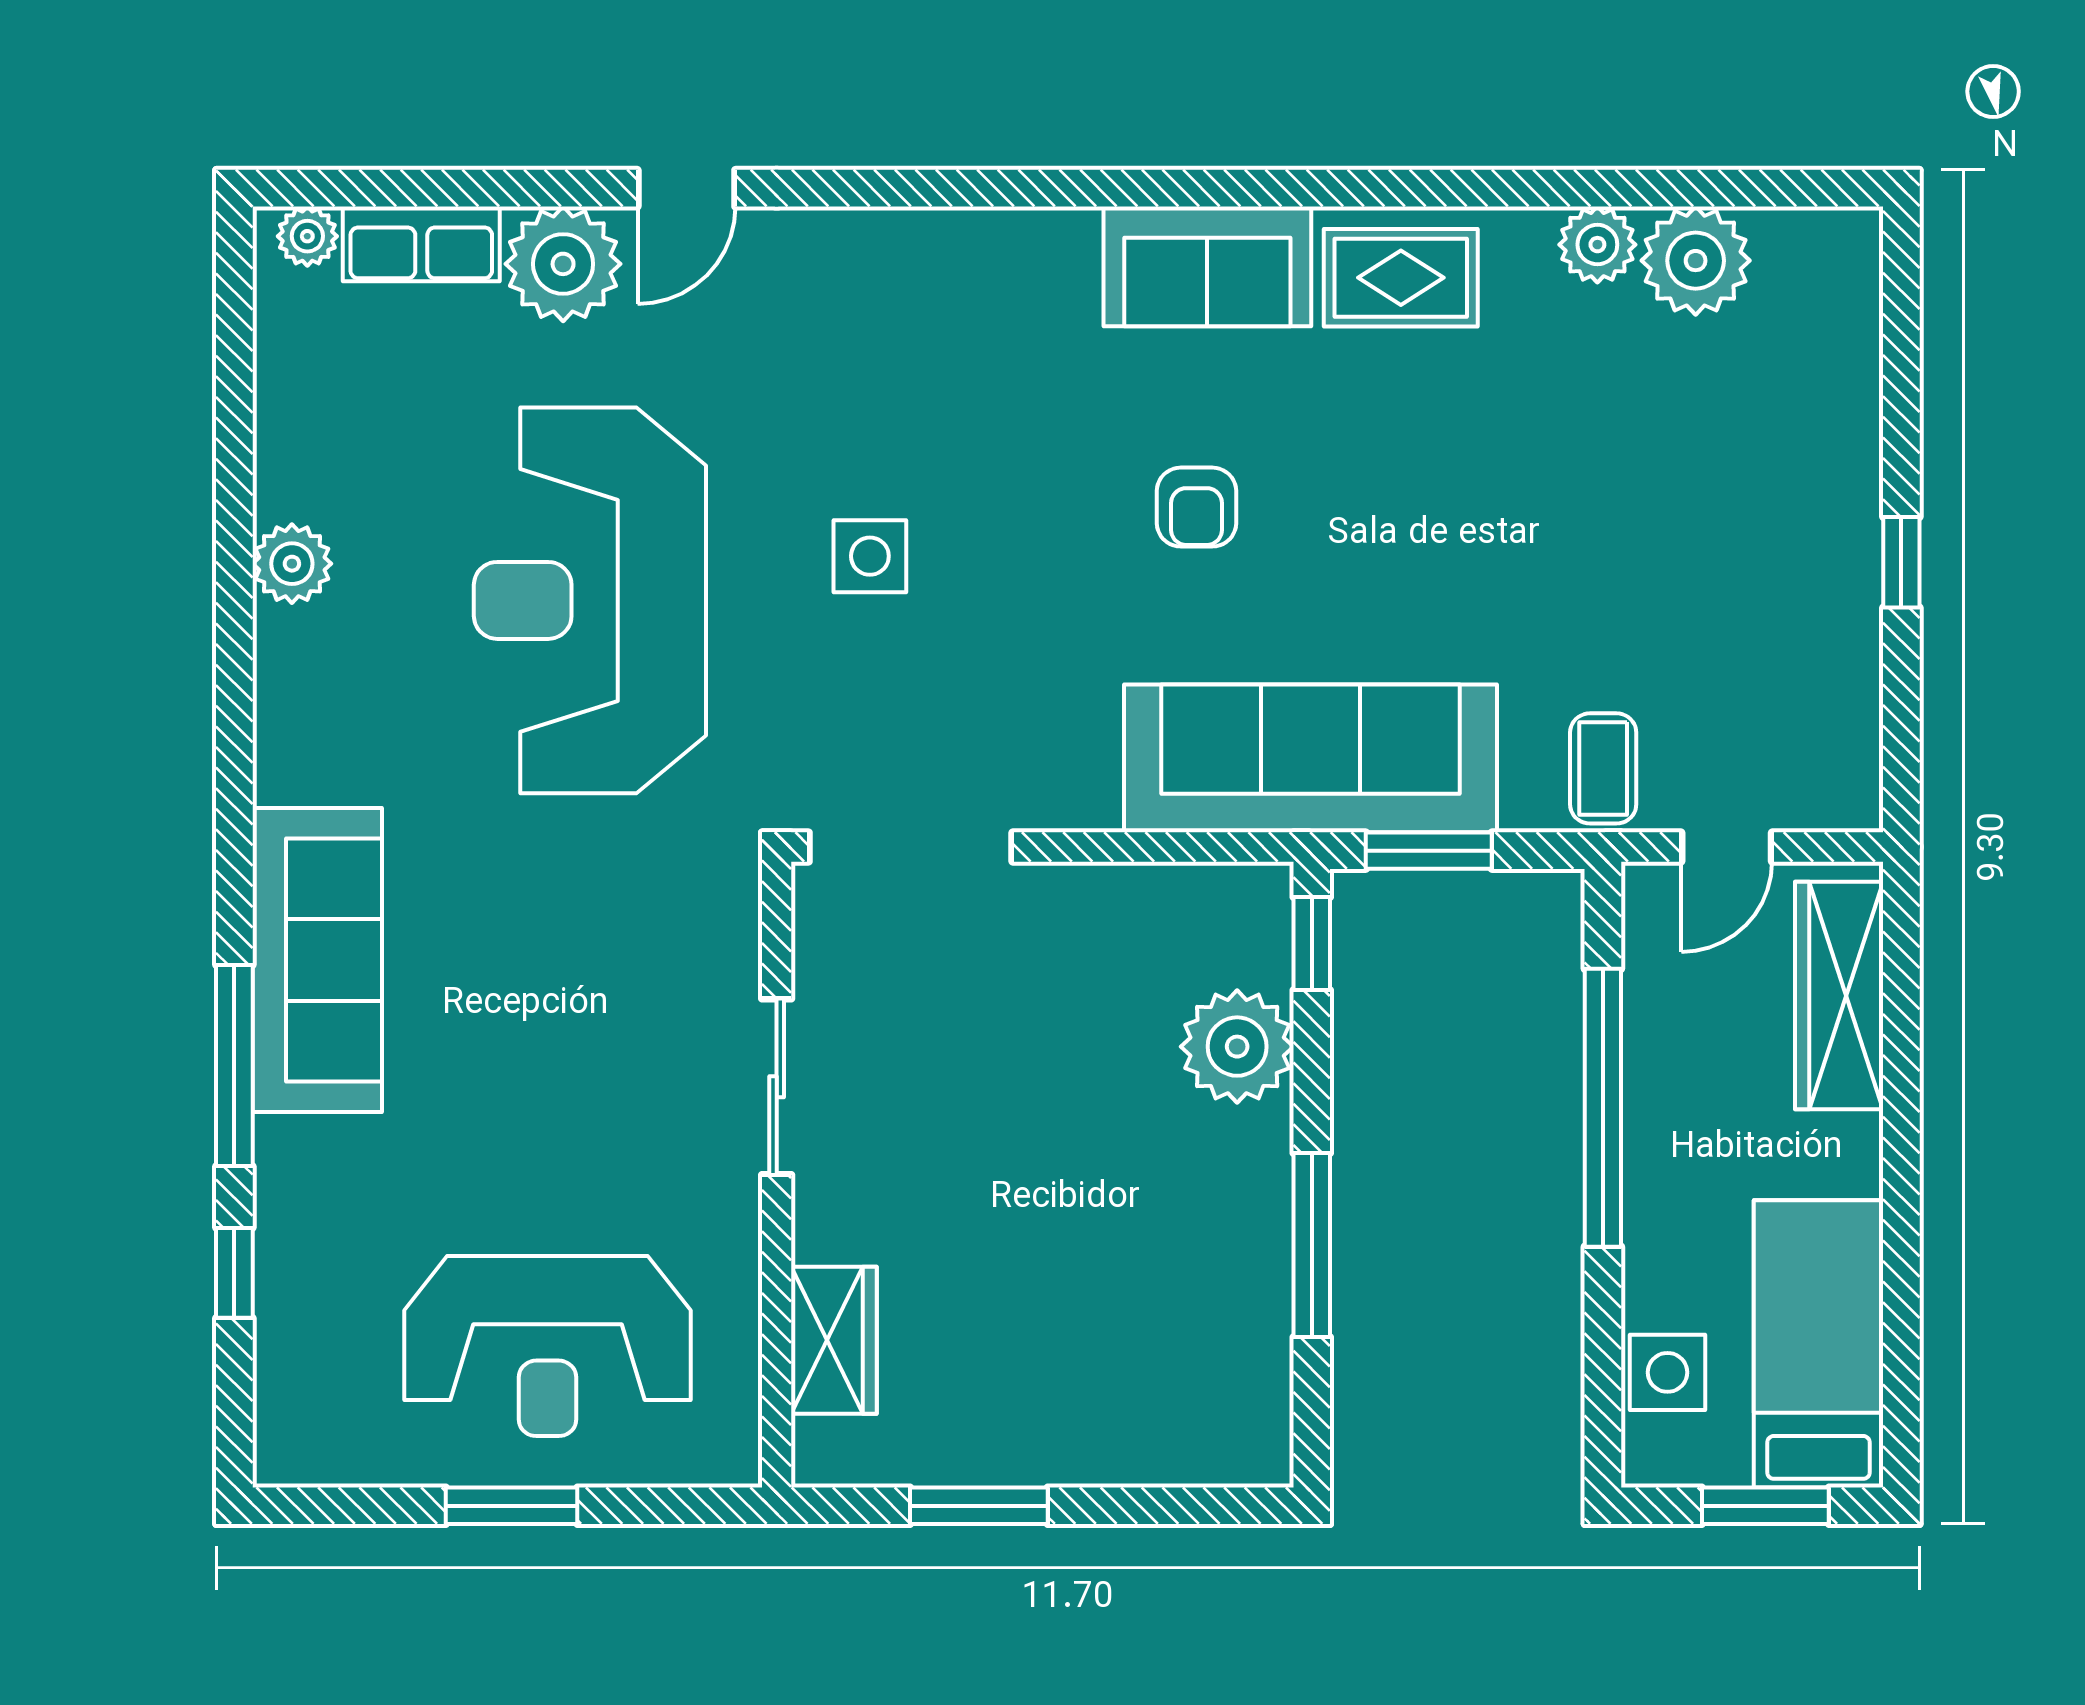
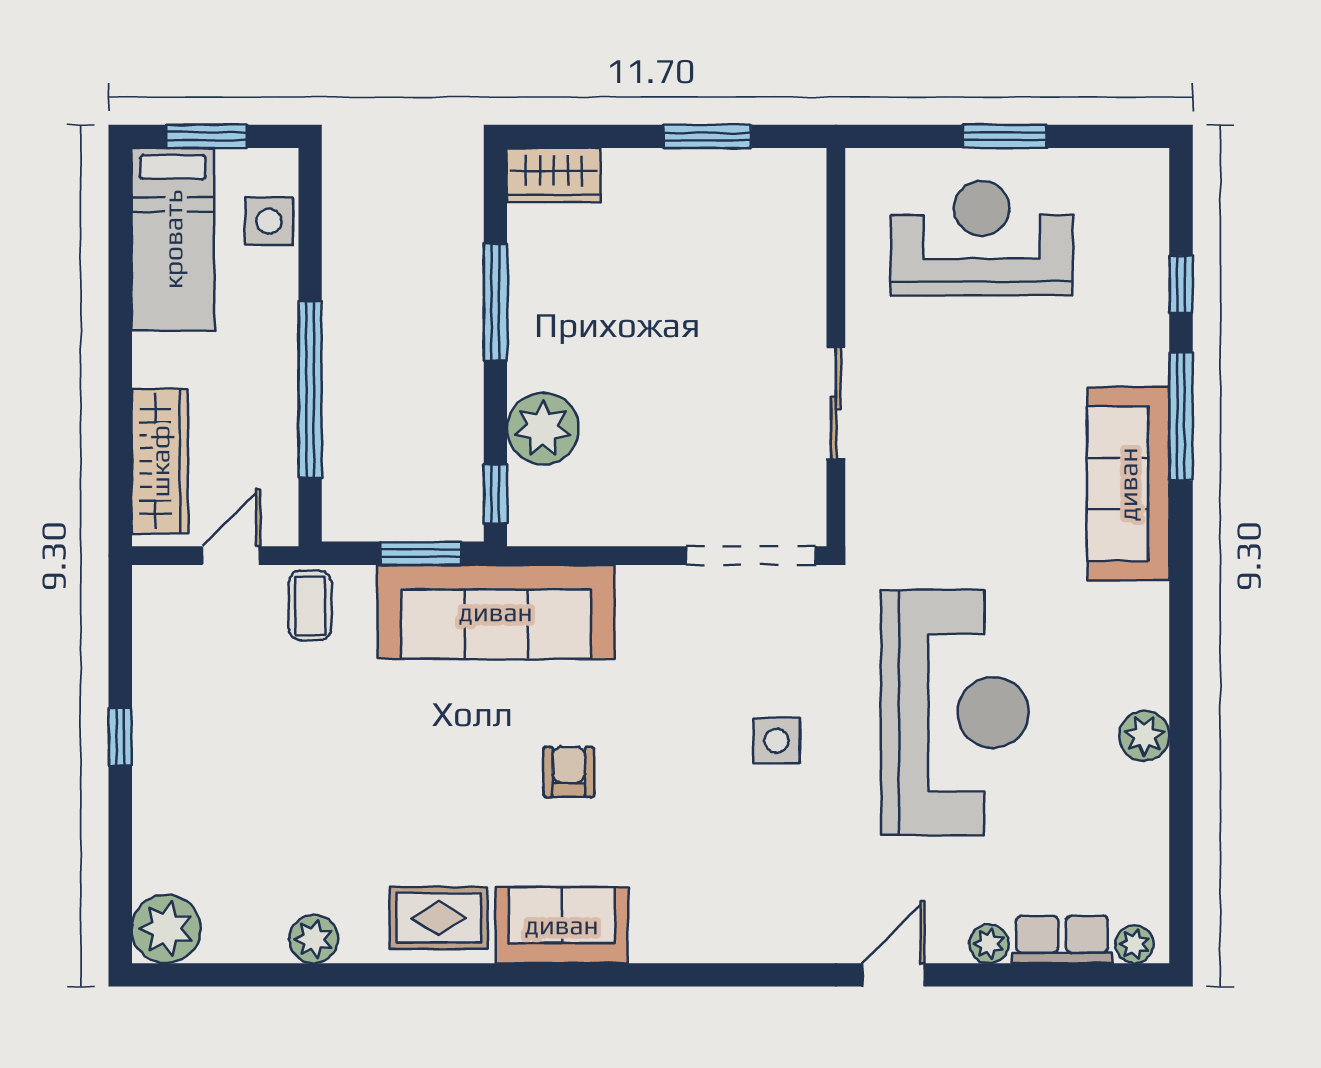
plant: (1696, 261) -> (166, 929), moved
plant: (563, 264) -> (989, 944), width x0.53, depth x0.53
wardrobe: (834, 1340) -> (554, 175), moved, turned -90

